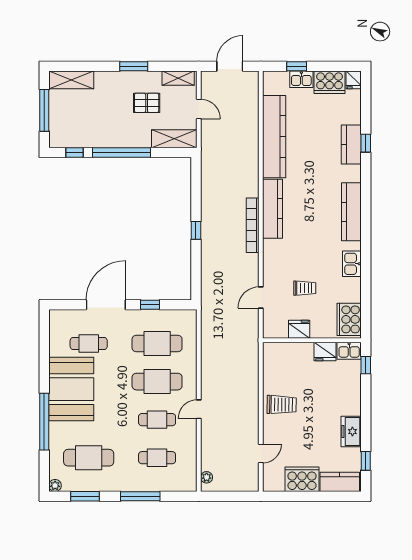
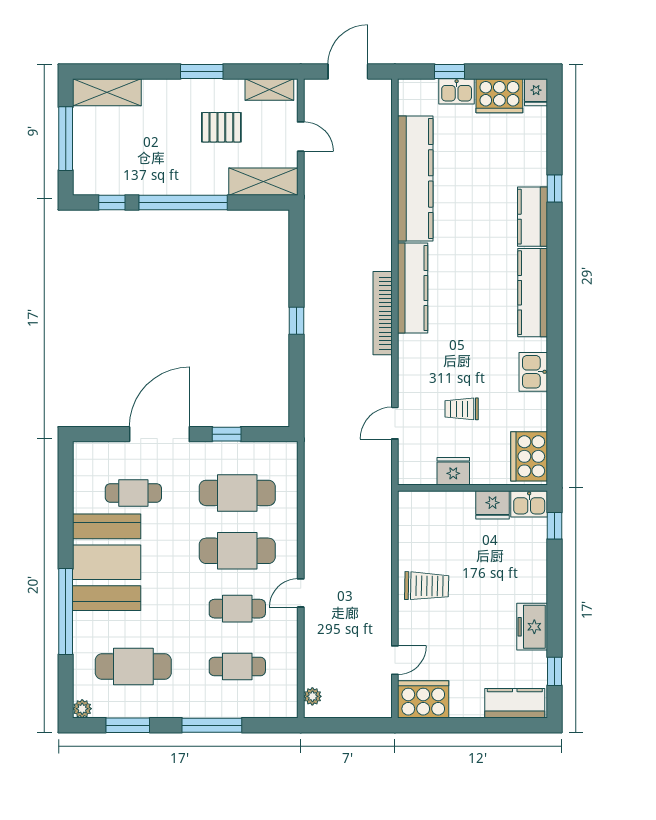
kitchen counter: (351, 144) -> (533, 217), moved
trolley: (305, 288) -> (462, 409), turned 180
cooker: (302, 479) -> (423, 699), moved

